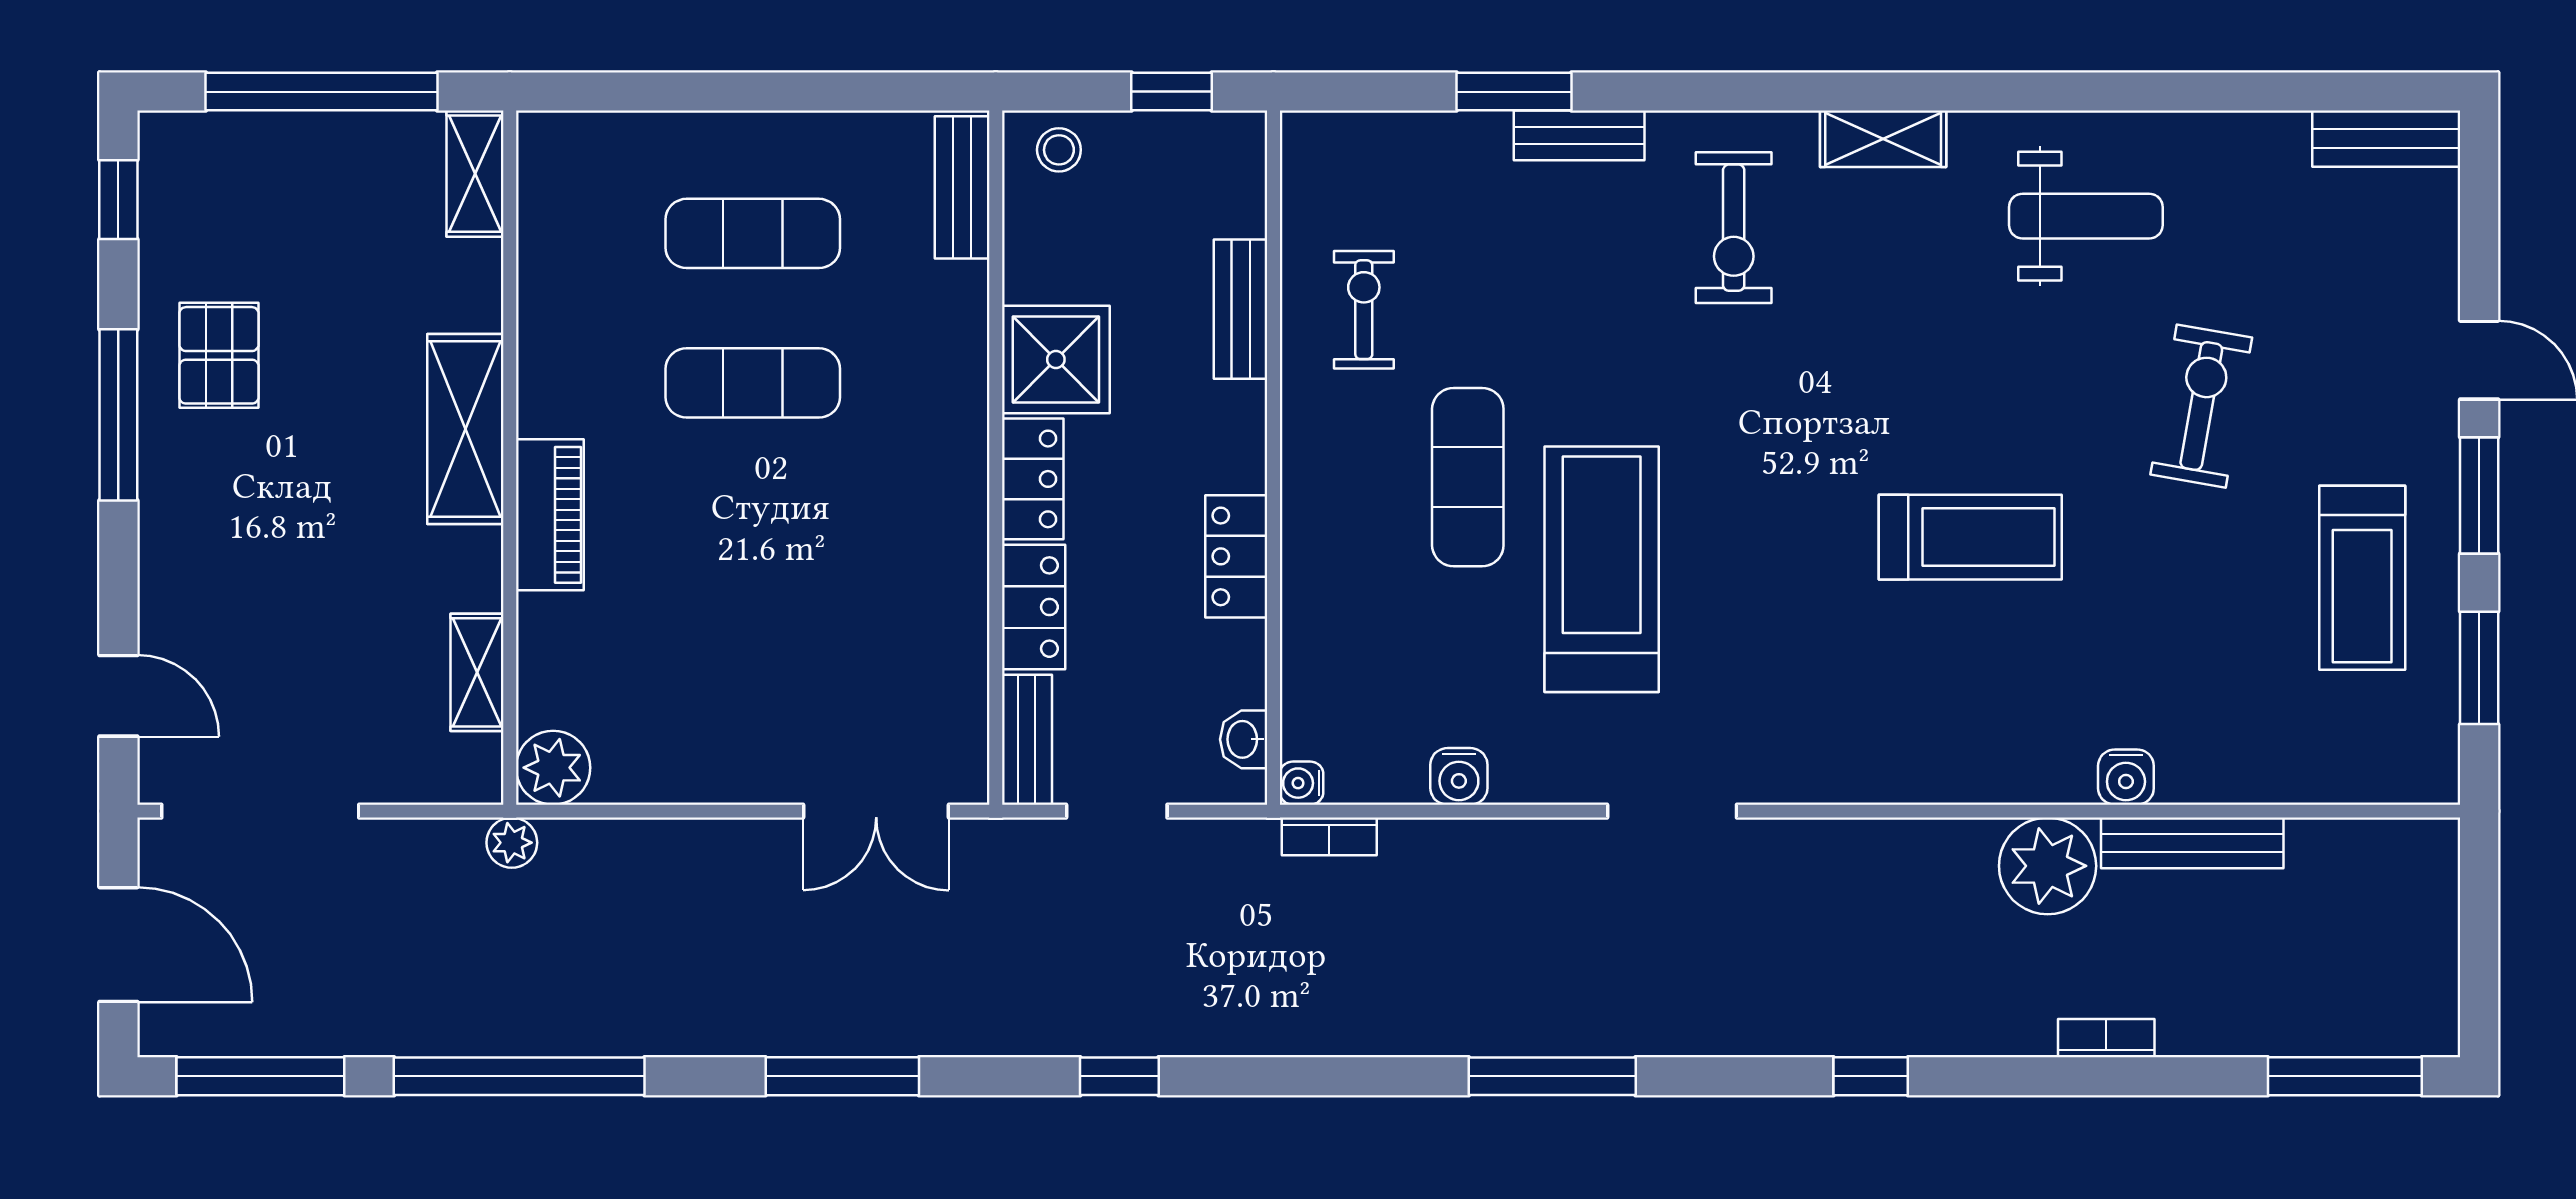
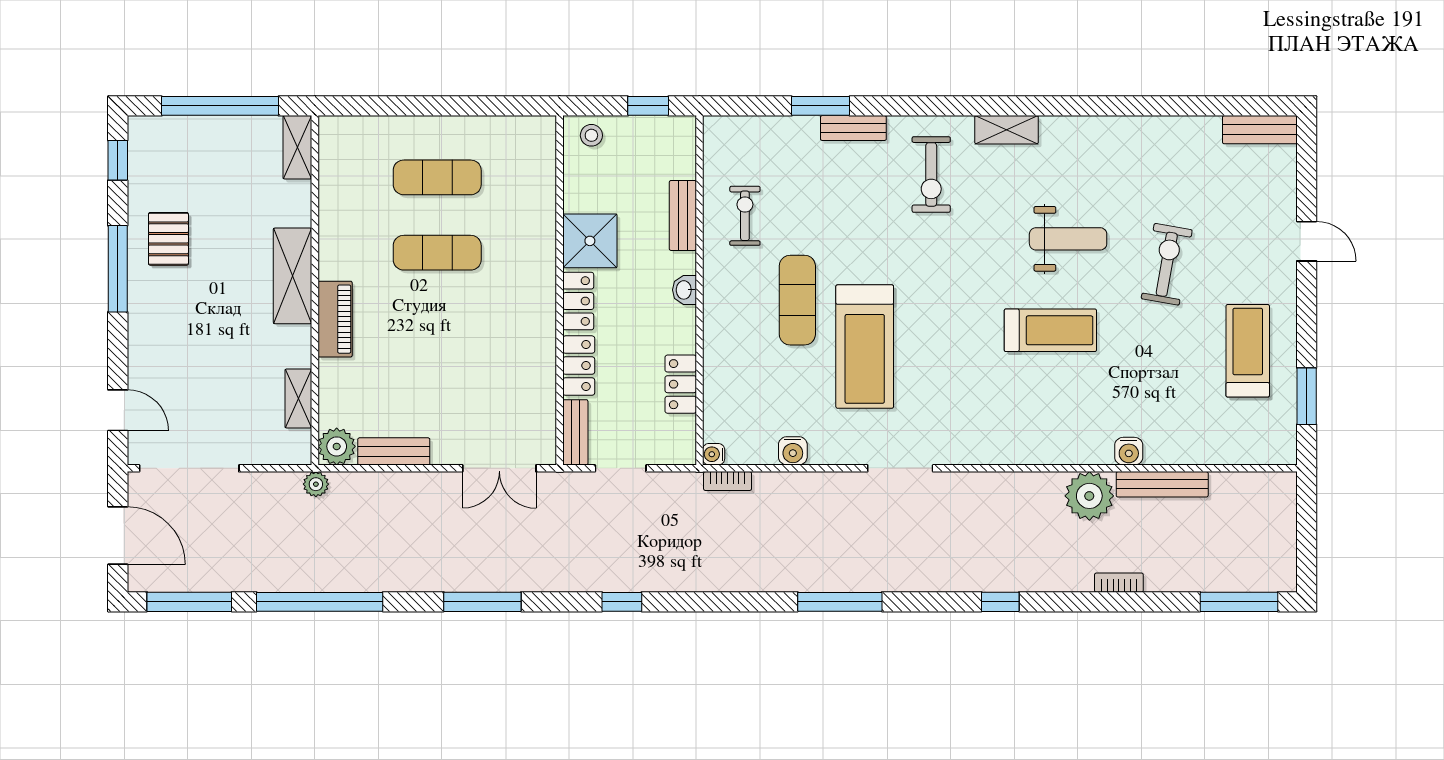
bench: (962, 187) -> (394, 451), moved, turned 90
weight bench: (2086, 216) -> (1068, 239), moved
window: (2479, 495) -> (1307, 309), removed
locker: (1236, 556) -> (681, 384), moved
treadmill: (1602, 569) -> (865, 347), turned 180
treadmill: (2362, 578) -> (1248, 351), turned 180
washbasin: (1244, 739) -> (684, 290), moved

